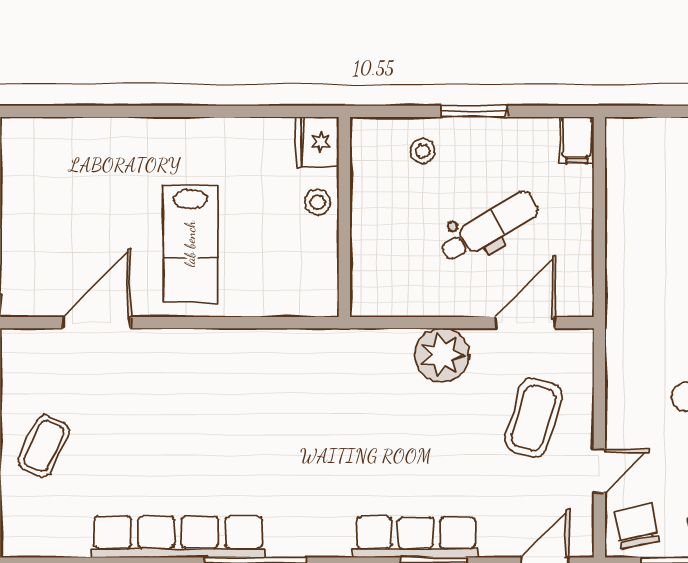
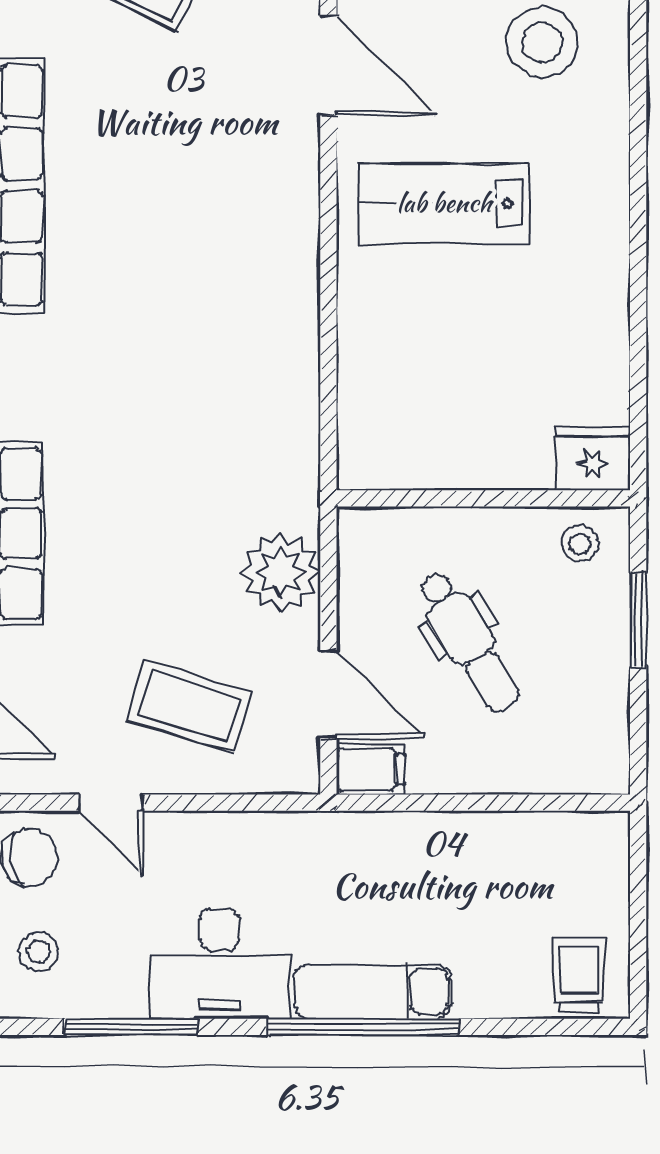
filing cabinet: (576, 140) -> (371, 769), moved, turned 180
fridge: (317, 142) -> (593, 458), moved
stool: (318, 202) -> (542, 42), moved, width x1.89, depth x1.89
wall: (344, 217) -> (483, 498), moved

